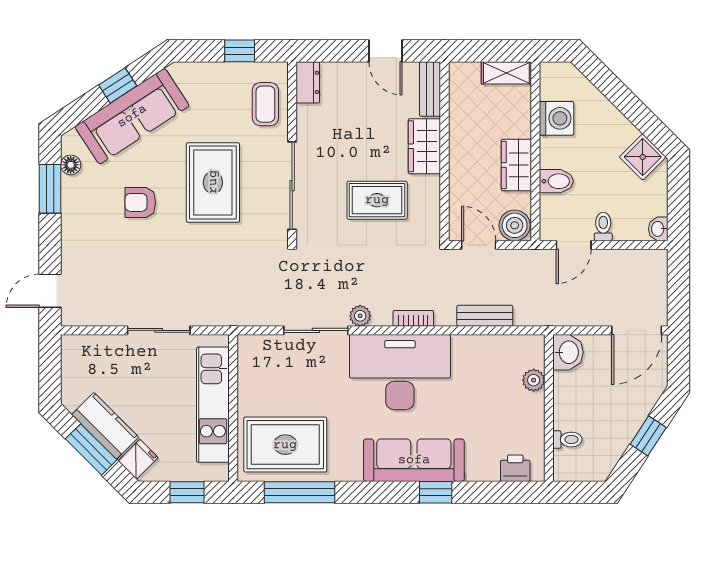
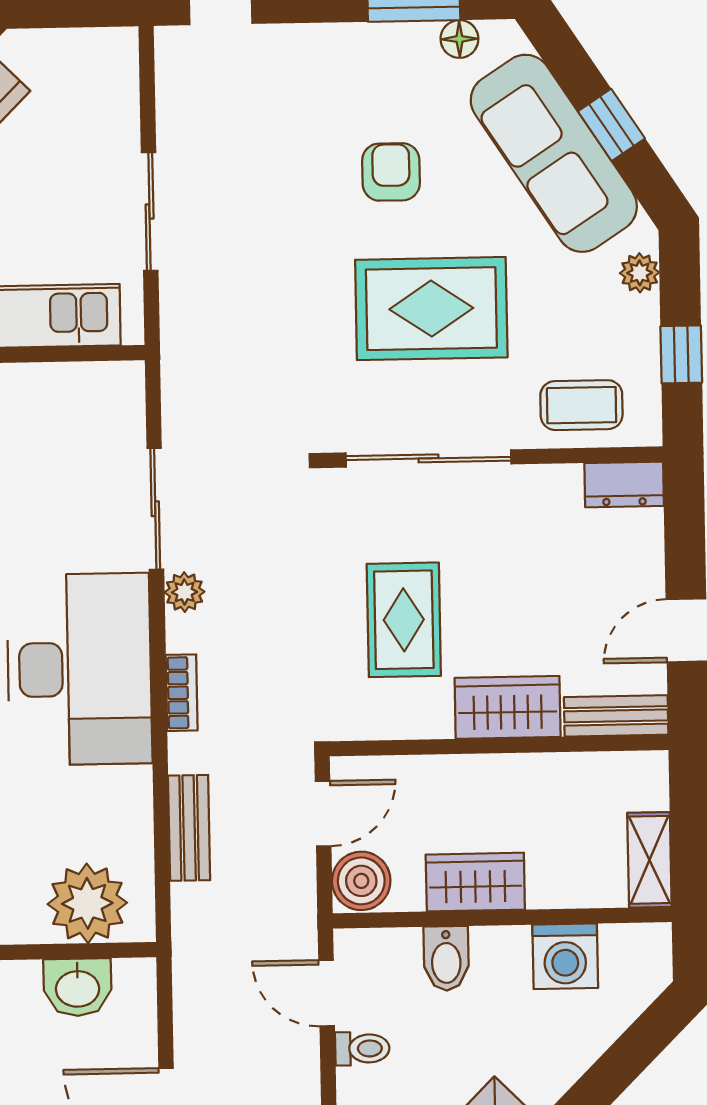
plant: (196, 72) -> (640, 273), added
washbasin: (568, 352) -> (78, 987), moved
plant: (534, 380) -> (87, 903), width x1.88, depth x1.88

